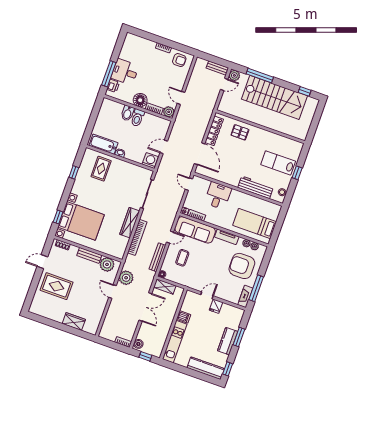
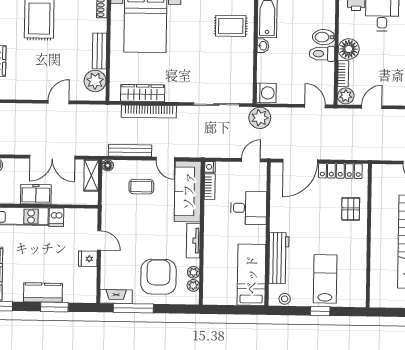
door: (164, 147) -> (315, 106), moved
wardrobe: (130, 223) -> (143, 93), moved
bed: (255, 223) -> (251, 275), moved
plant: (126, 278) -> (260, 118), moved
freezer: (165, 325) -> (36, 194), added

